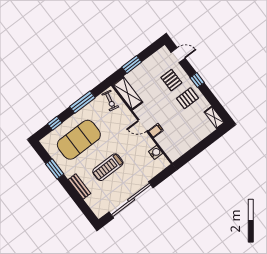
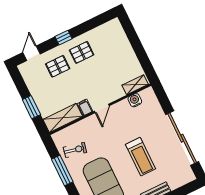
pallet: (188, 98) -> (82, 52), turned 90
exercise bike: (110, 101) -> (75, 150), moved
shelving: (214, 117) -> (135, 85), moved
filing cabinet: (156, 131) -> (85, 108), moved

